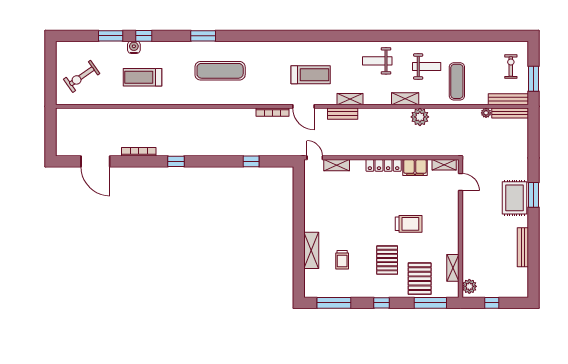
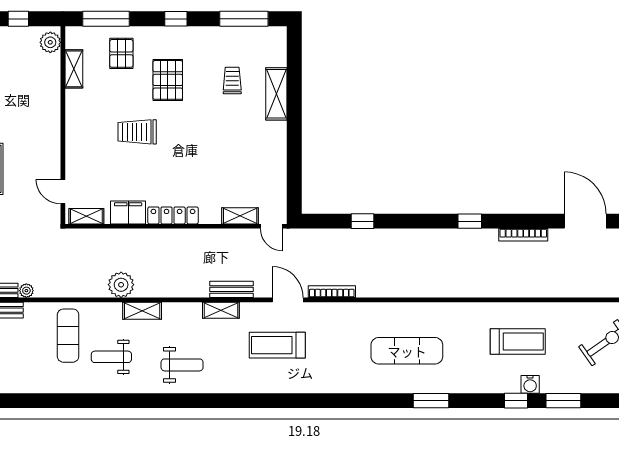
pallet: (420, 279) -> (121, 53), width x0.67, depth x0.71

